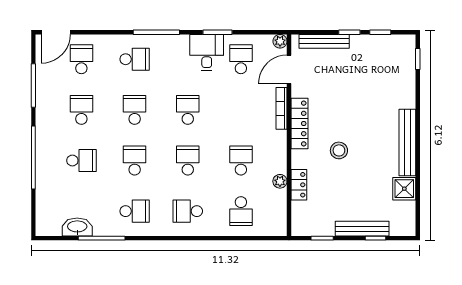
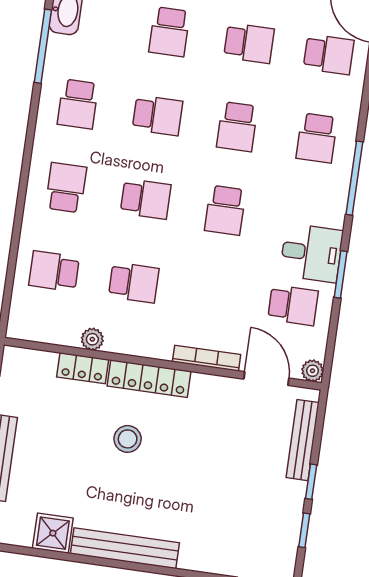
school desk: (135, 110) -> (237, 127), turned 90
school desk: (188, 110) -> (225, 210), turned 90
locker: (299, 124) -> (149, 379), moved

